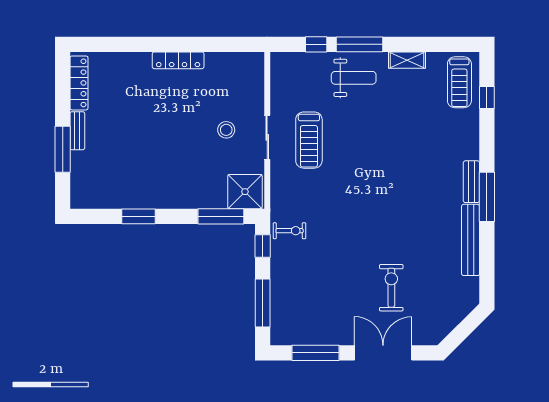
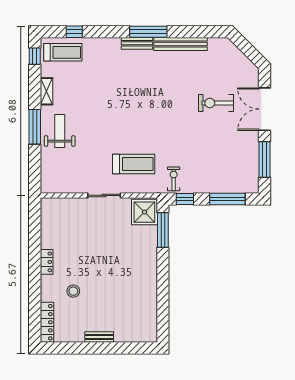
window: (316, 44) -> (35, 56), moved
locker: (178, 60) -> (47, 262), width x0.66
locker: (79, 83) -> (47, 322), moved, turned 90
stool: (226, 130) -> (73, 291), moved
treadmill: (309, 140) -> (134, 164), moved
window: (63, 149) -> (113, 348), removed
window: (139, 216) -> (163, 291), removed

